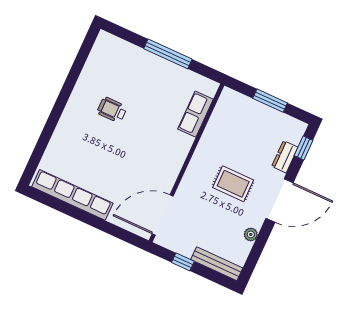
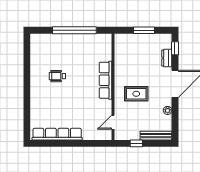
window: (168, 54) -> (74, 30), width x1.46
row of seats: (195, 114) -> (105, 80), moved, width x1.48
rug: (233, 184) -> (136, 94), moved
door: (163, 215) -> (113, 122), width x0.53

